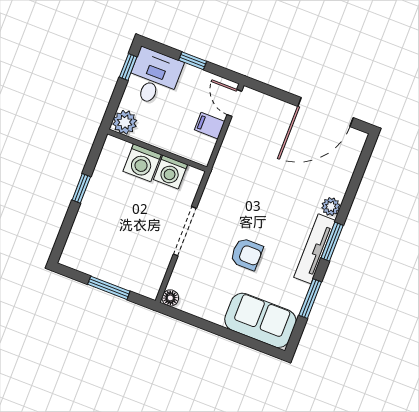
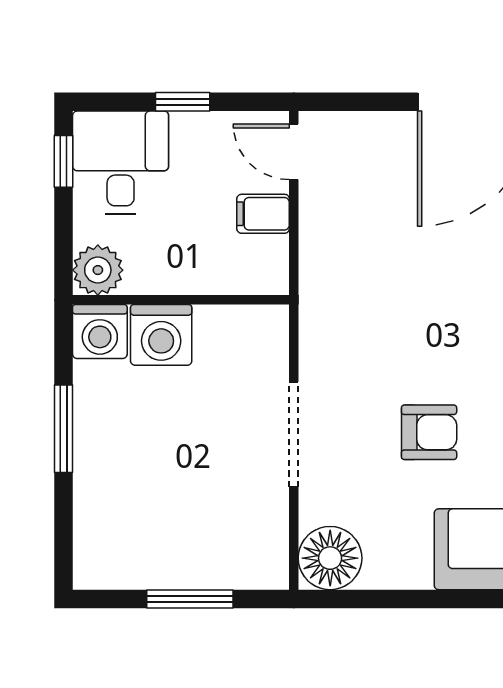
washing machine: (171, 172) -> (100, 331), moved
window: (81, 188) -> (64, 429), width x1.50
floor lamp: (170, 298) -> (330, 558), width x1.89, depth x1.89

